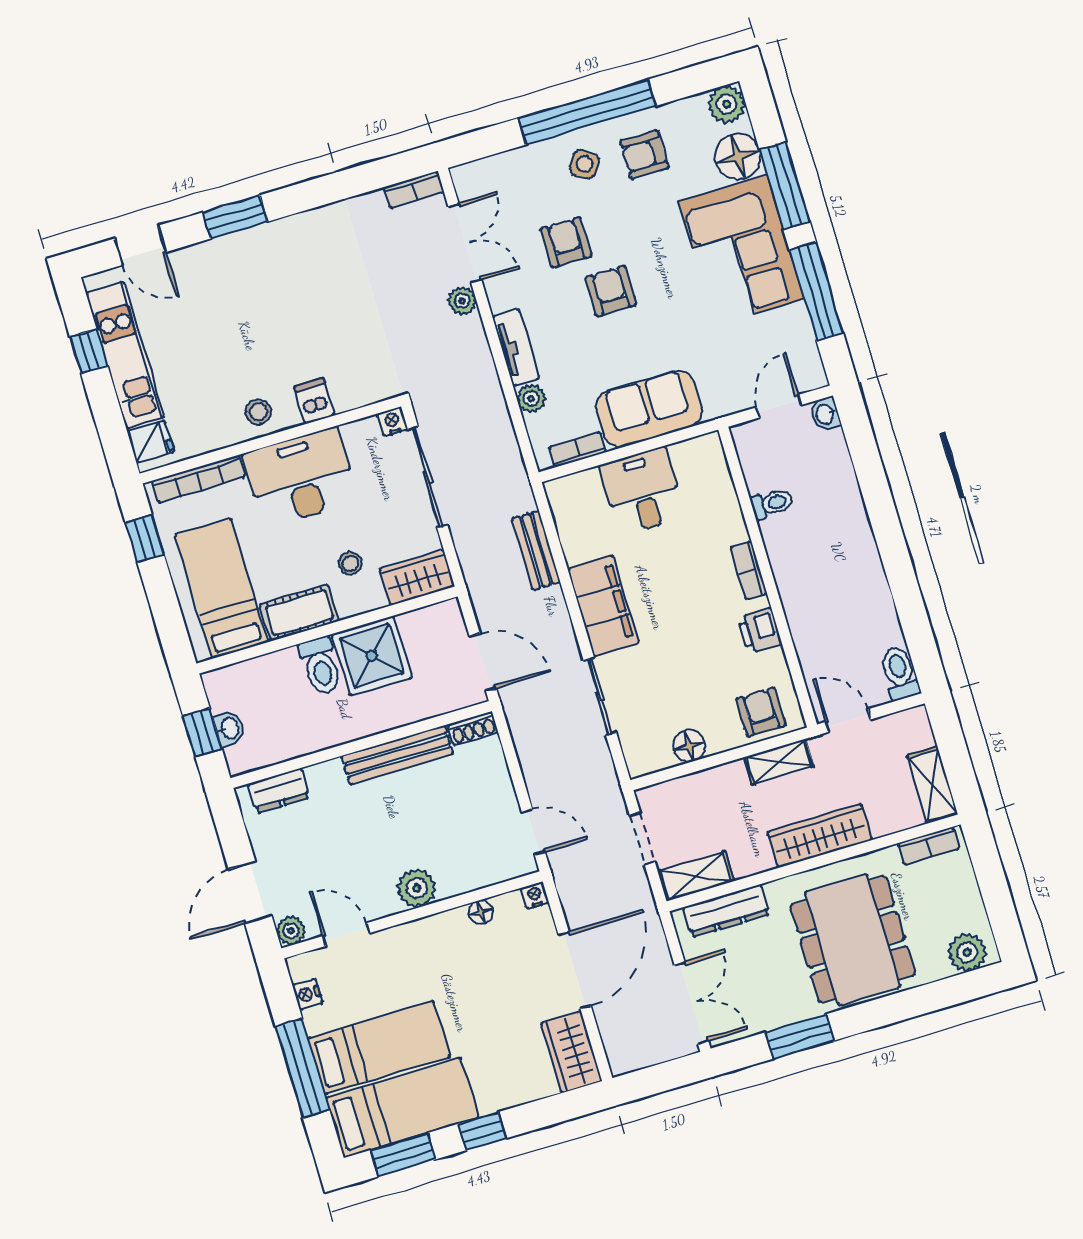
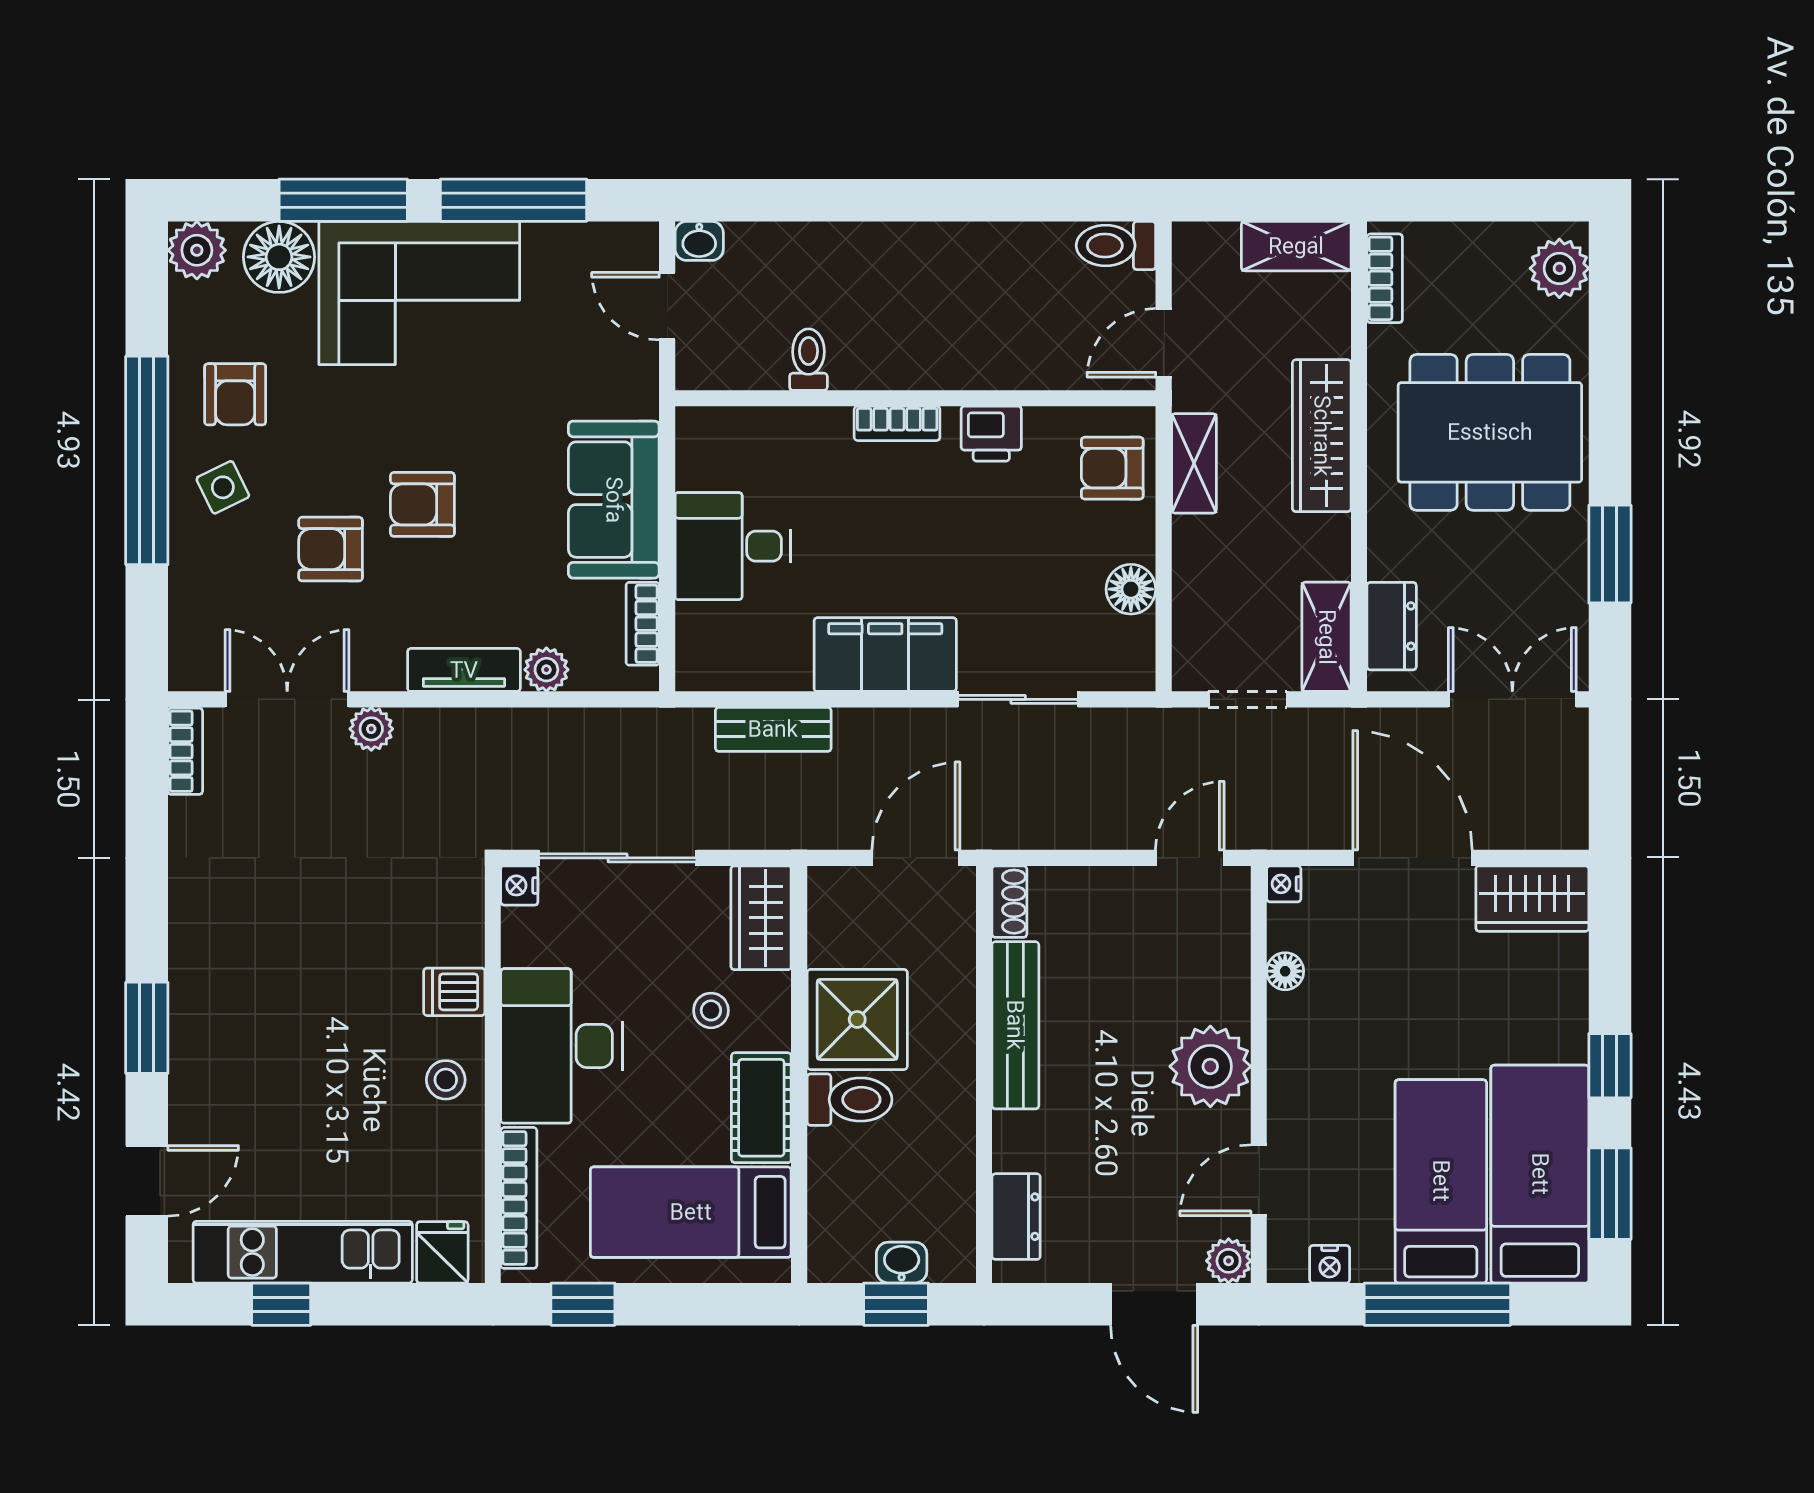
side table: (584, 164) -> (223, 487), turned 30
plant: (417, 888) -> (1210, 1066), width x1.36, depth x1.36
dresser: (726, 911) -> (1392, 626), width x0.70

